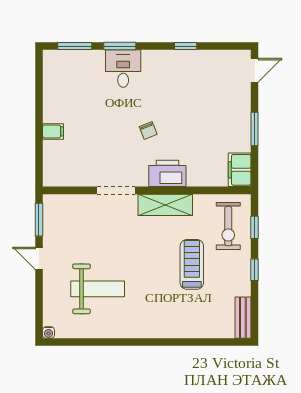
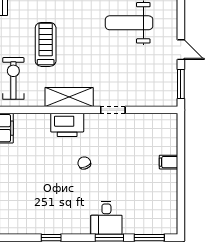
doorway: (116, 190) -> (113, 110), width x0.73
treadmill: (192, 264) -> (46, 44), turned 180

